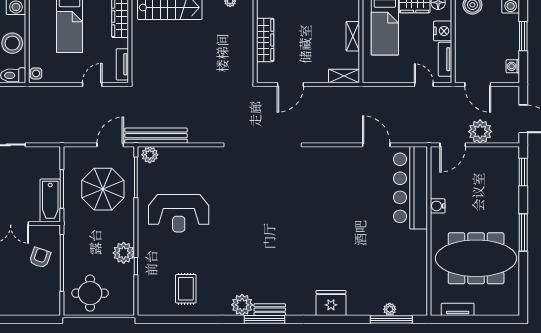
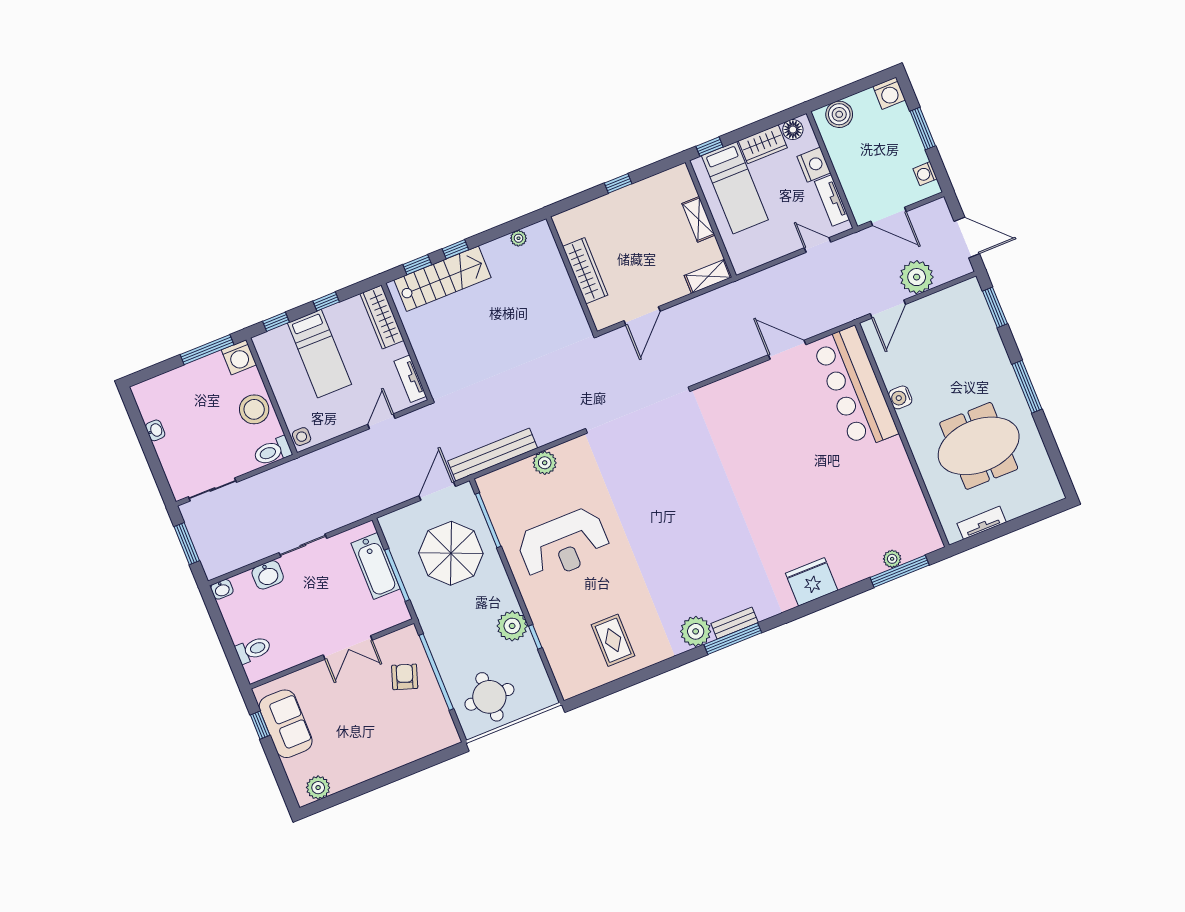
plant: (150, 155) -> (545, 463), moved
bathtub: (50, 200) -> (376, 566), moved
meeting table: (476, 258) -> (979, 446), width x0.73

